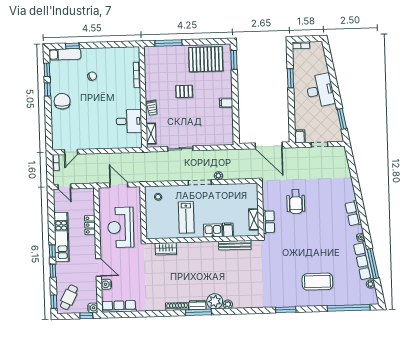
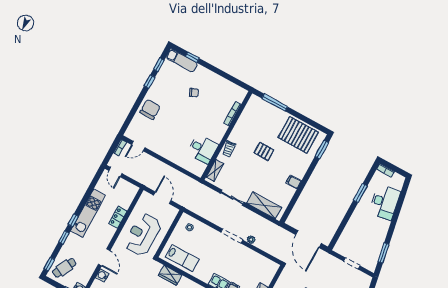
desk: (320, 90) -> (385, 202), moved
chair: (62, 101) -> (150, 109), moved
filing cabinet: (300, 136) -> (339, 247), removed
shelving: (212, 139) -> (264, 205), added
lab bench: (186, 217) -> (182, 258), moved, turned -90

